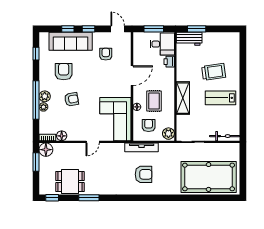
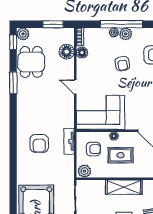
tv unit: (142, 147) -> (69, 141), width x0.71
floor lamp: (46, 150) -> (67, 52), moved
plant: (45, 189) -> (23, 34), added

